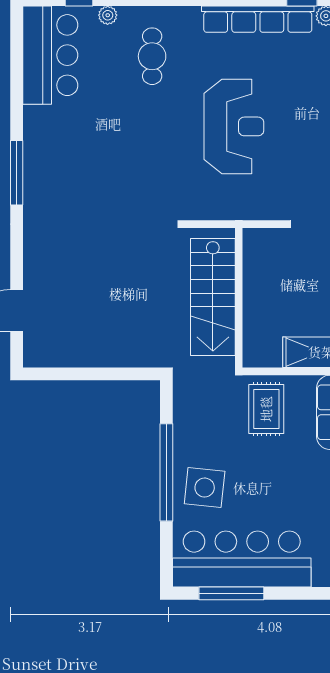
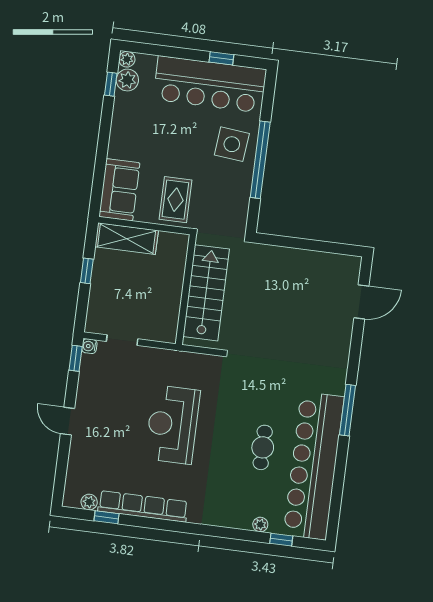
bar counter: (50, 55) -> (314, 466), width x1.86
cafe table: (152, 56) -> (263, 447), moved
window: (231, 593) -> (221, 58), width x0.46

